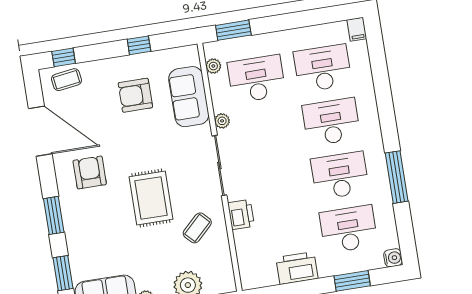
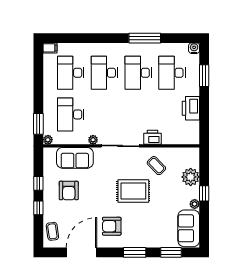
window: (64, 57) -> (38, 208), moved
plant: (213, 66) -> (48, 140), moved

